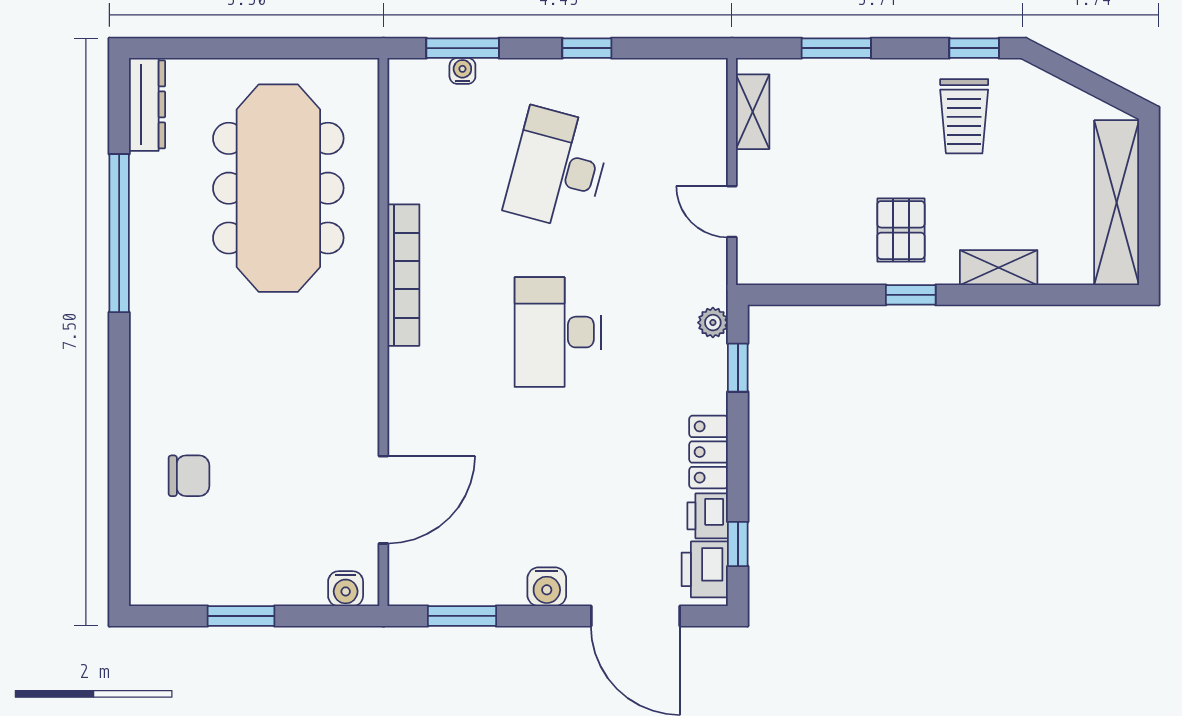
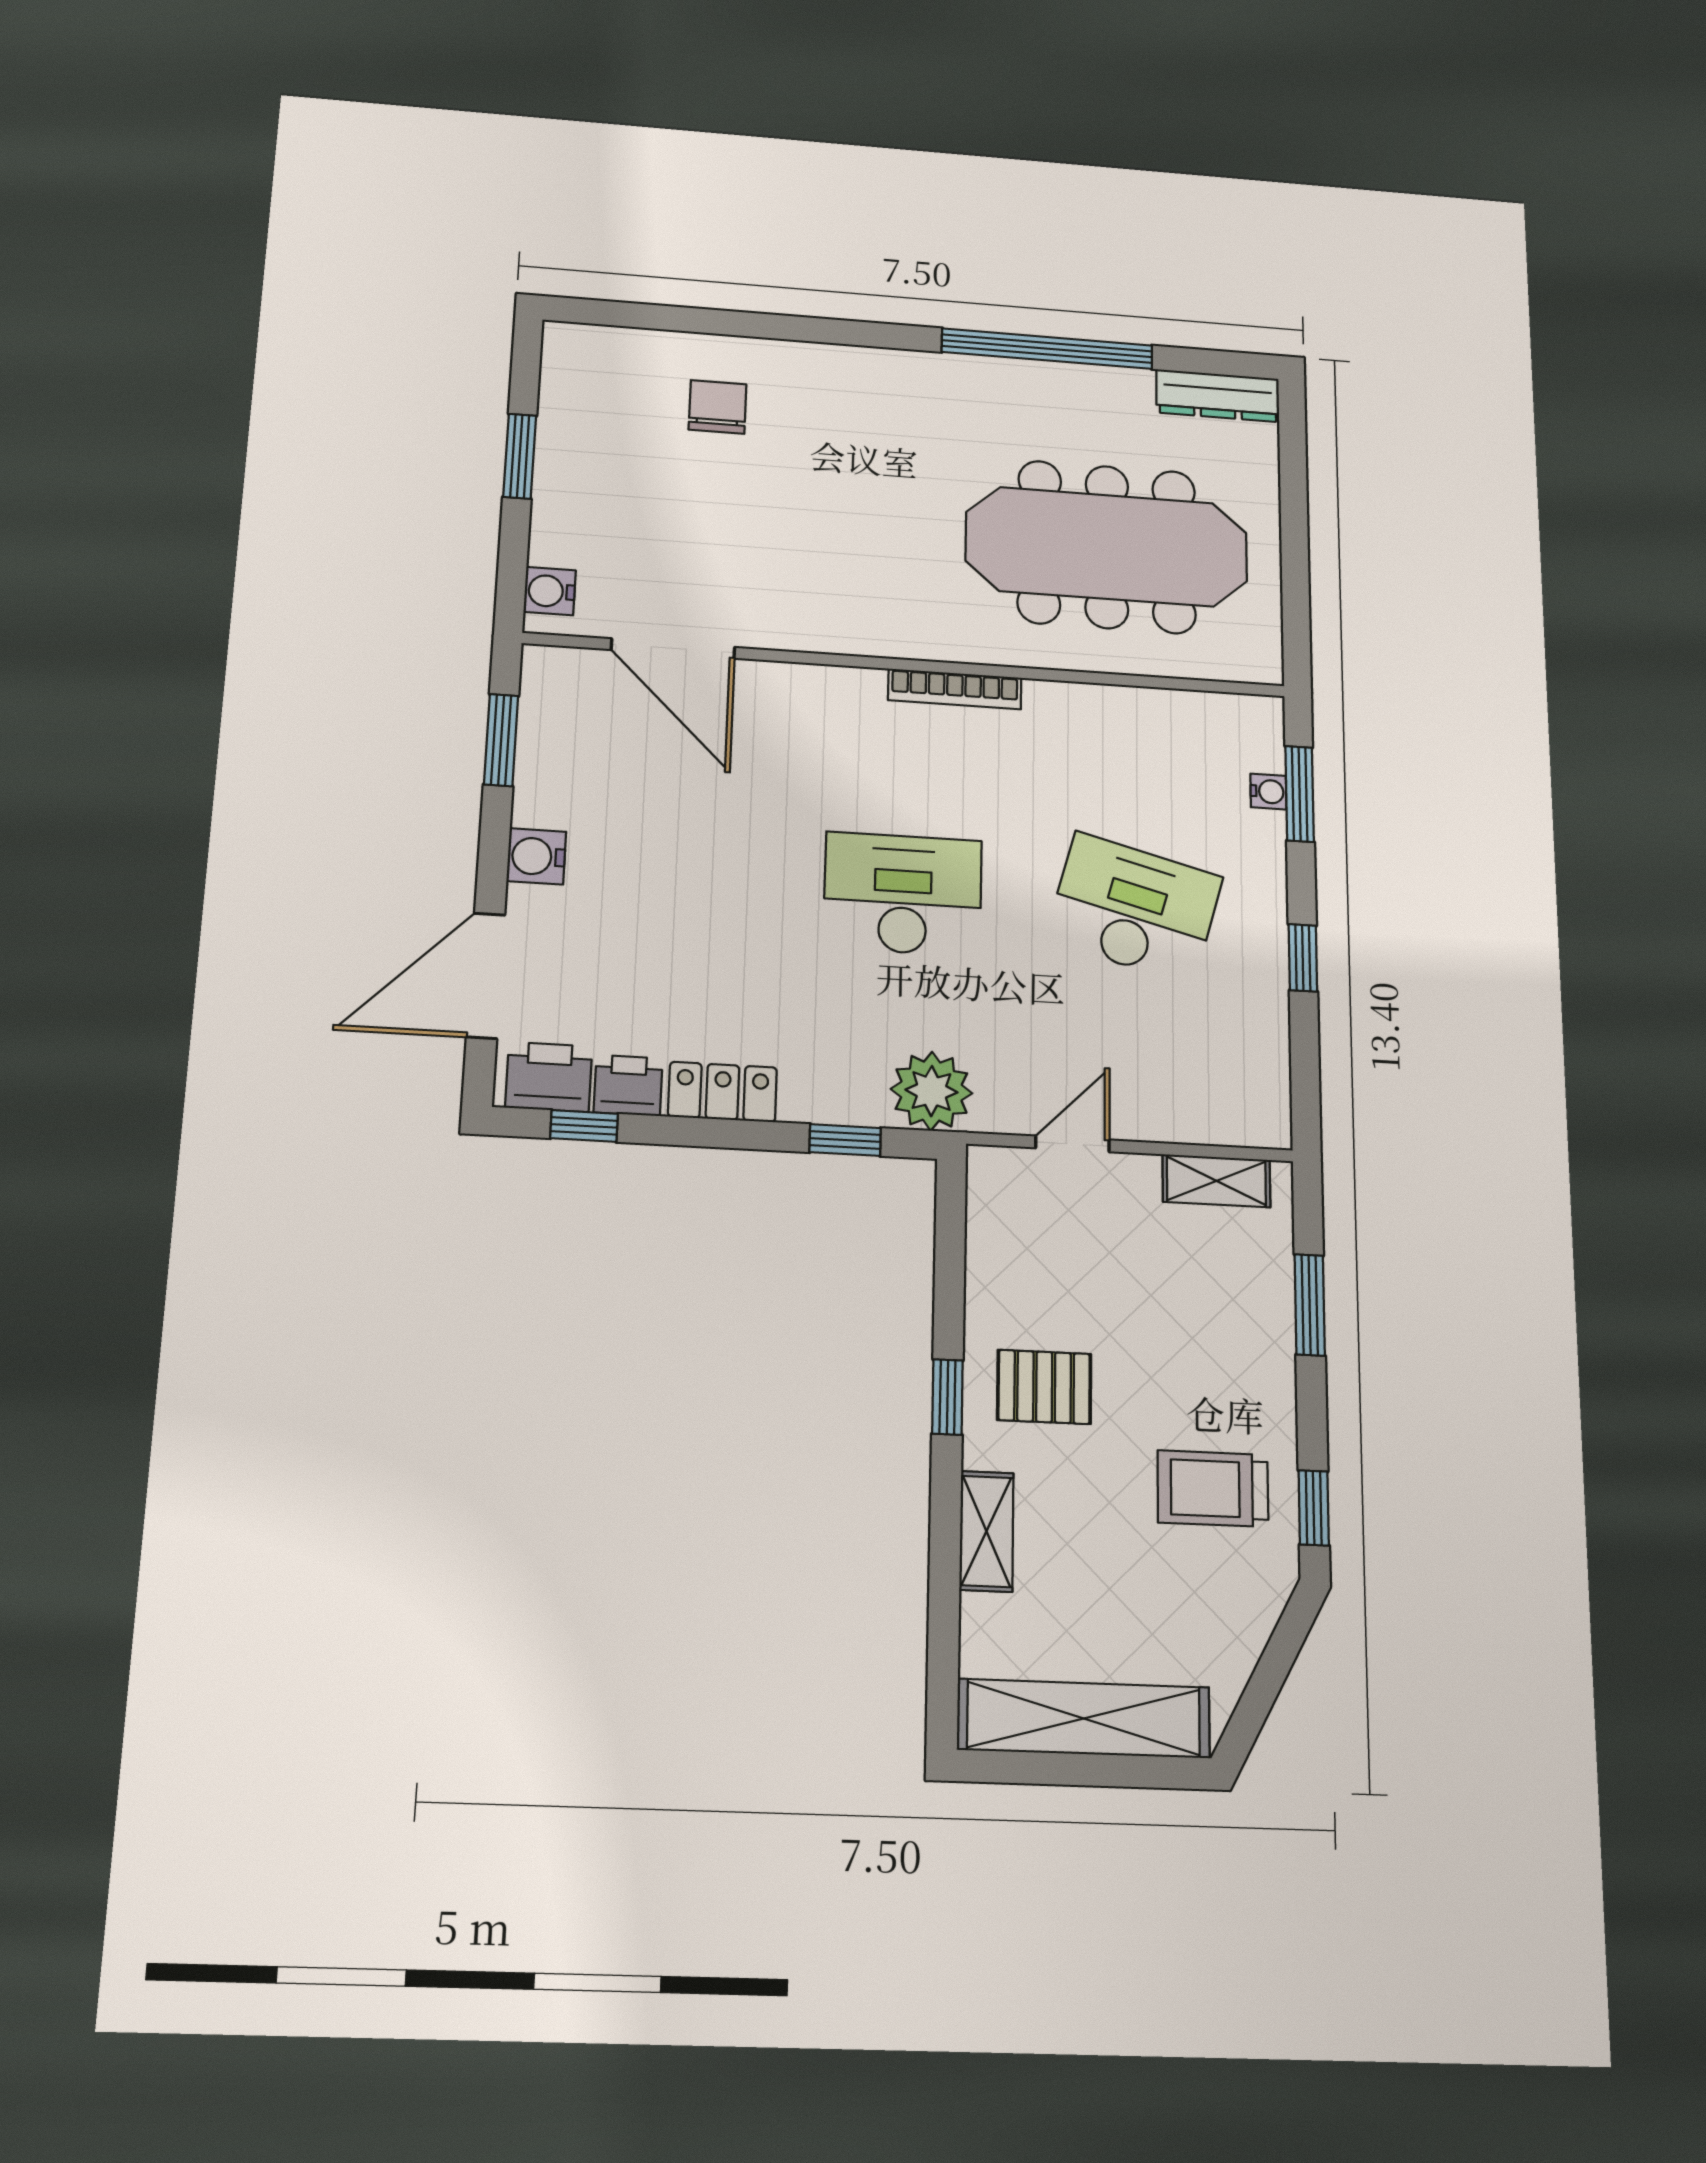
bookcase: (403, 275) -> (955, 689), width x0.68, depth x0.76
plant: (713, 323) -> (931, 1091), width x1.88, depth x1.88
chair: (189, 476) -> (718, 407), turned 180

